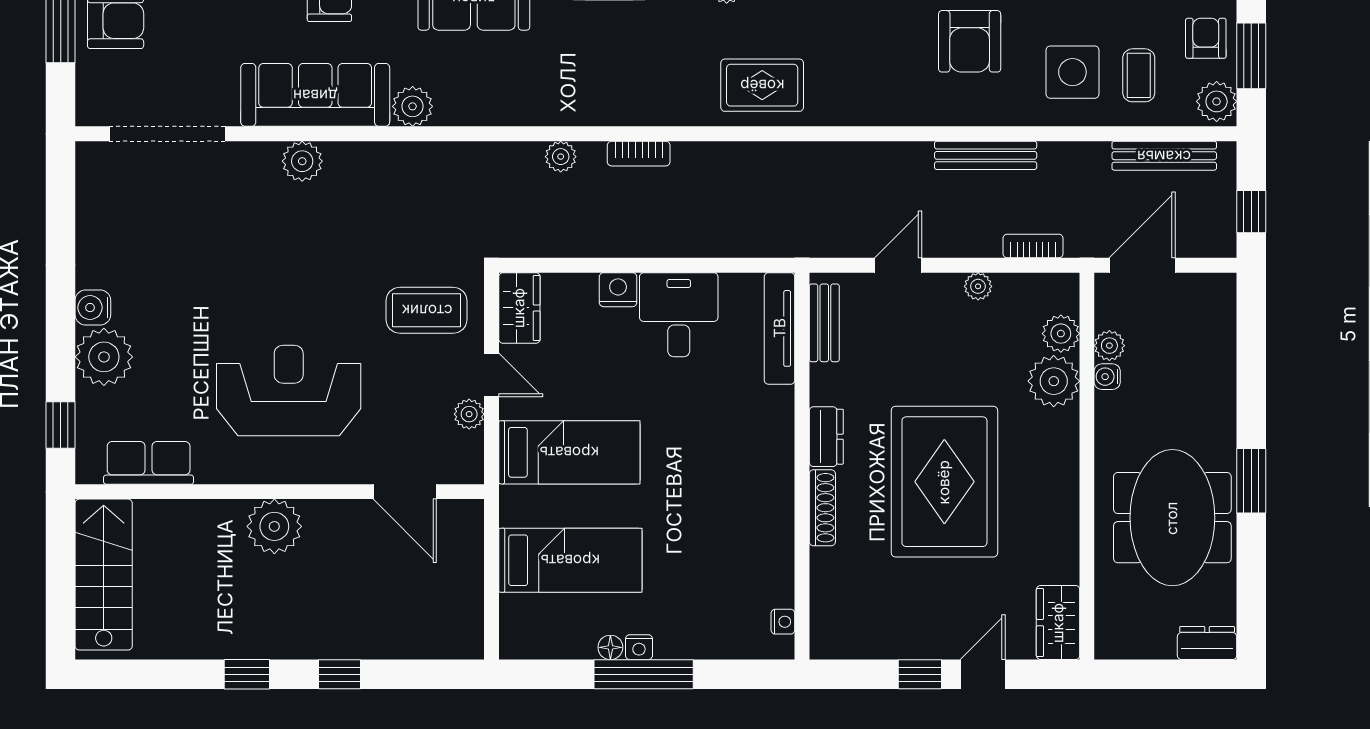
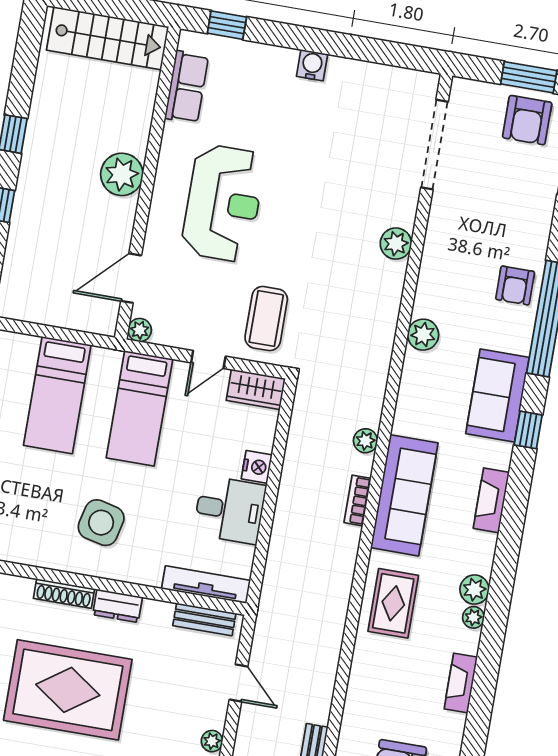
sofa: (315, 95) -> (404, 495), moved
plant: (104, 357) -> (273, 67), removed
plant: (469, 414) -> (140, 330), moved
side table: (724, 476) -> (101, 523), added

